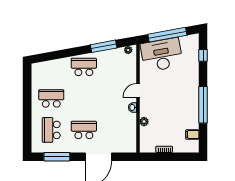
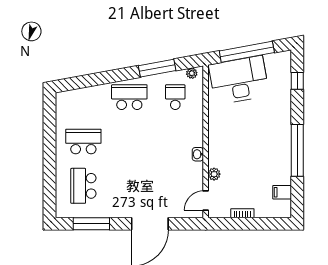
door: (138, 91) -> (206, 201), moved
school desk: (84, 130) -> (175, 97), moved, width x0.54

